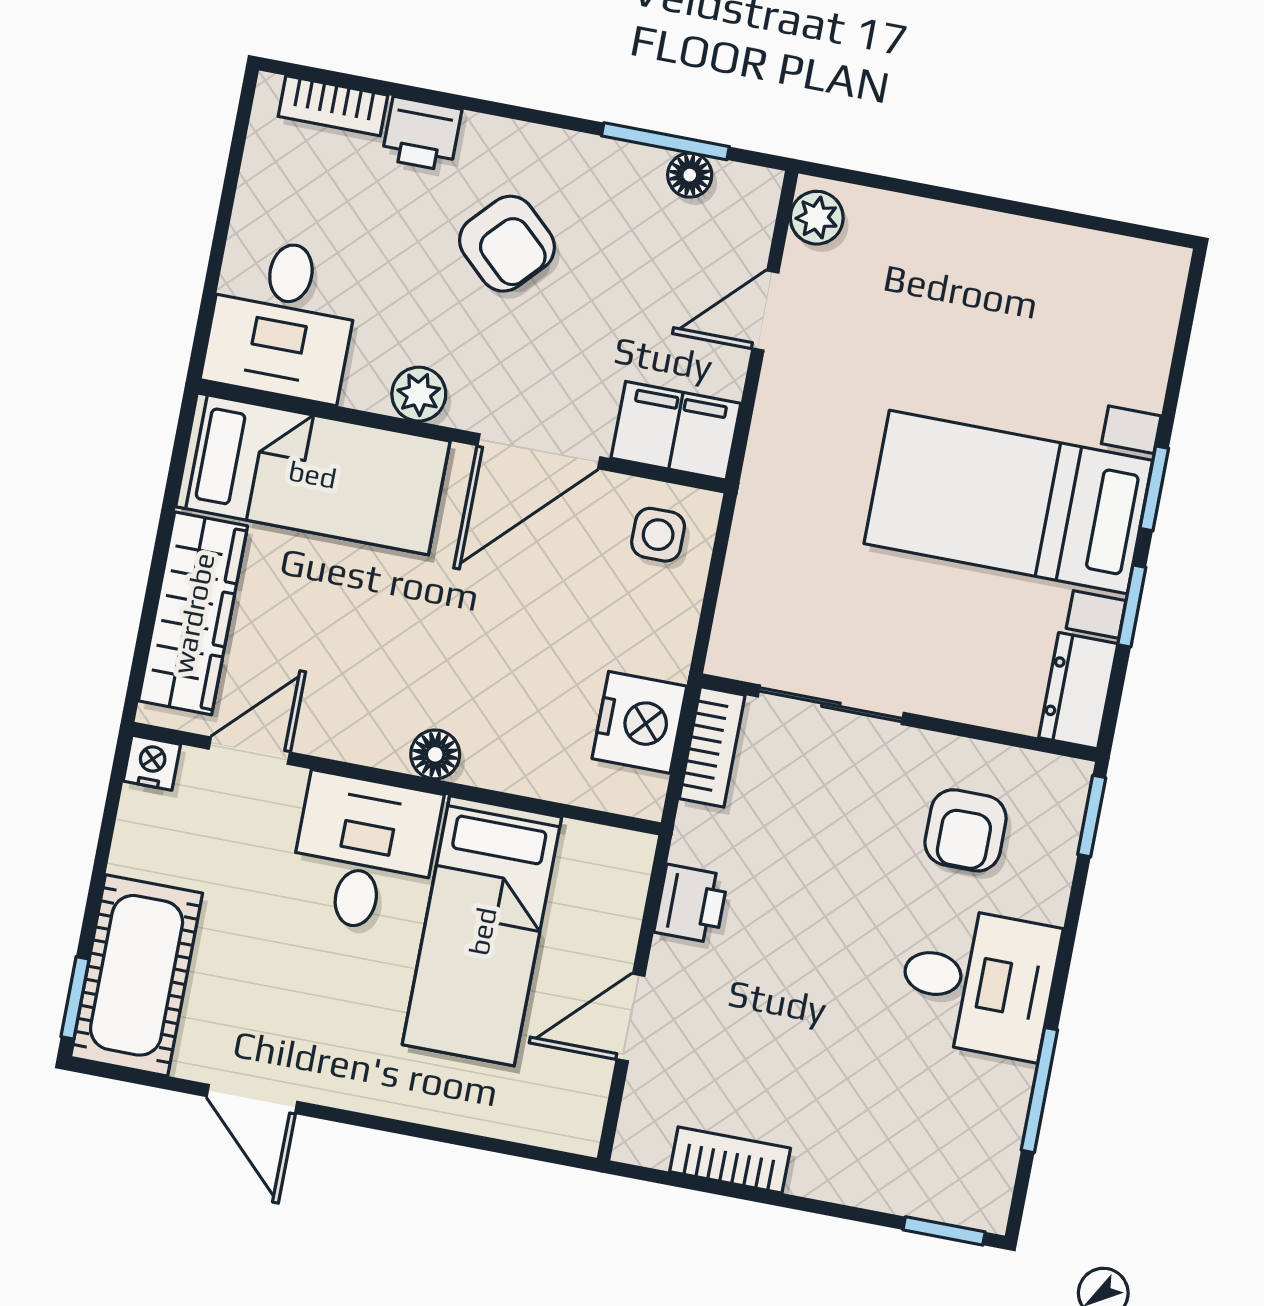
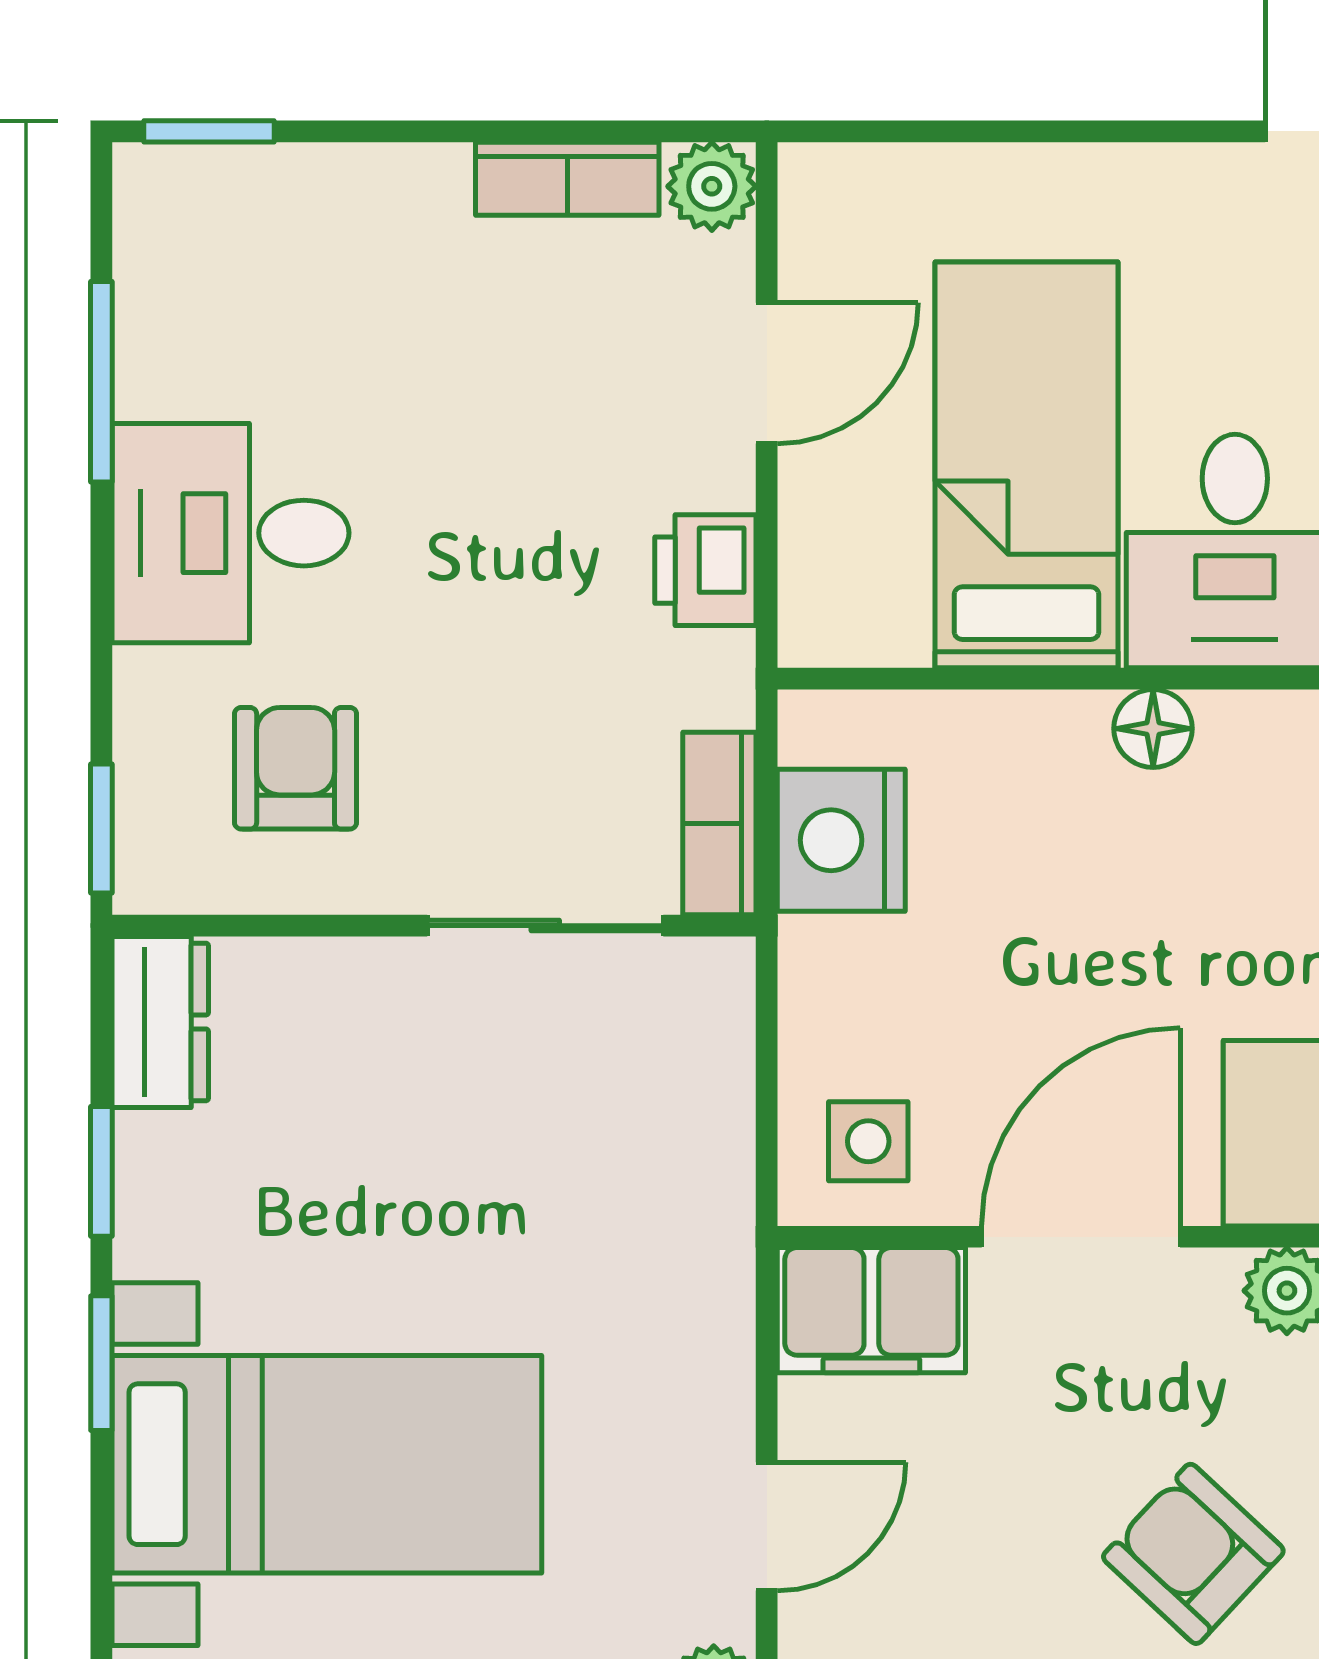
bed with nightstands: (1008, 502) -> (327, 1464), moved
plant: (642, 1138) -> (712, 186), added

